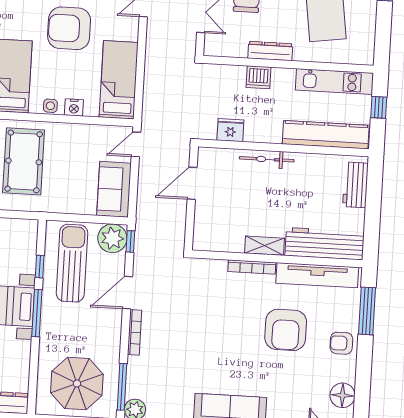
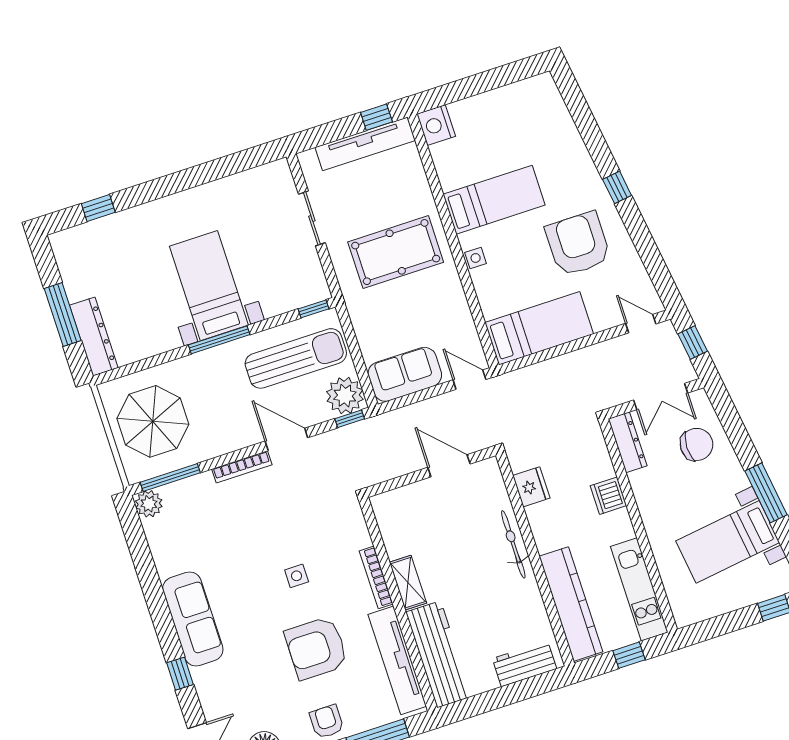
dresser: (270, 51) -> (628, 442), moved
nightstand: (74, 107) -> (485, 287), removed
window: (40, 267) -> (313, 309), moved
side table: (228, 324) -> (297, 576), added

